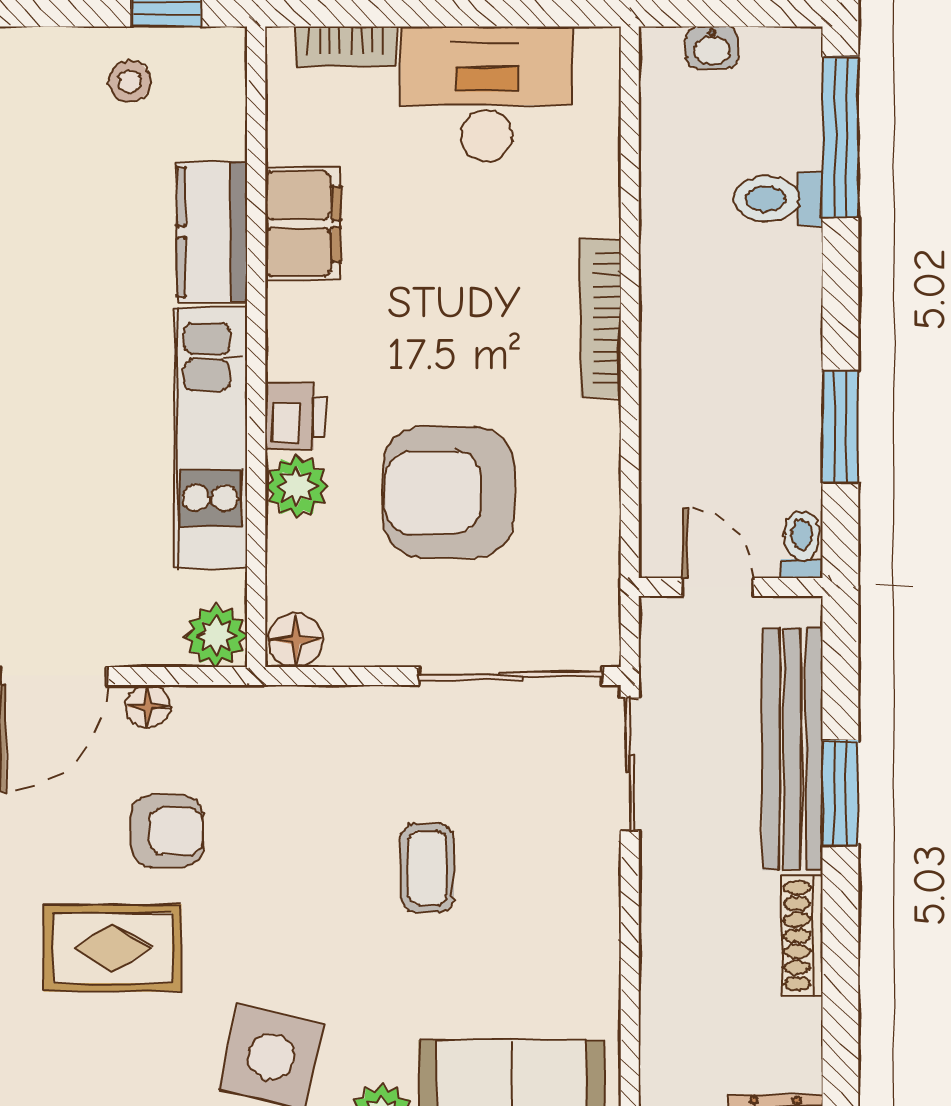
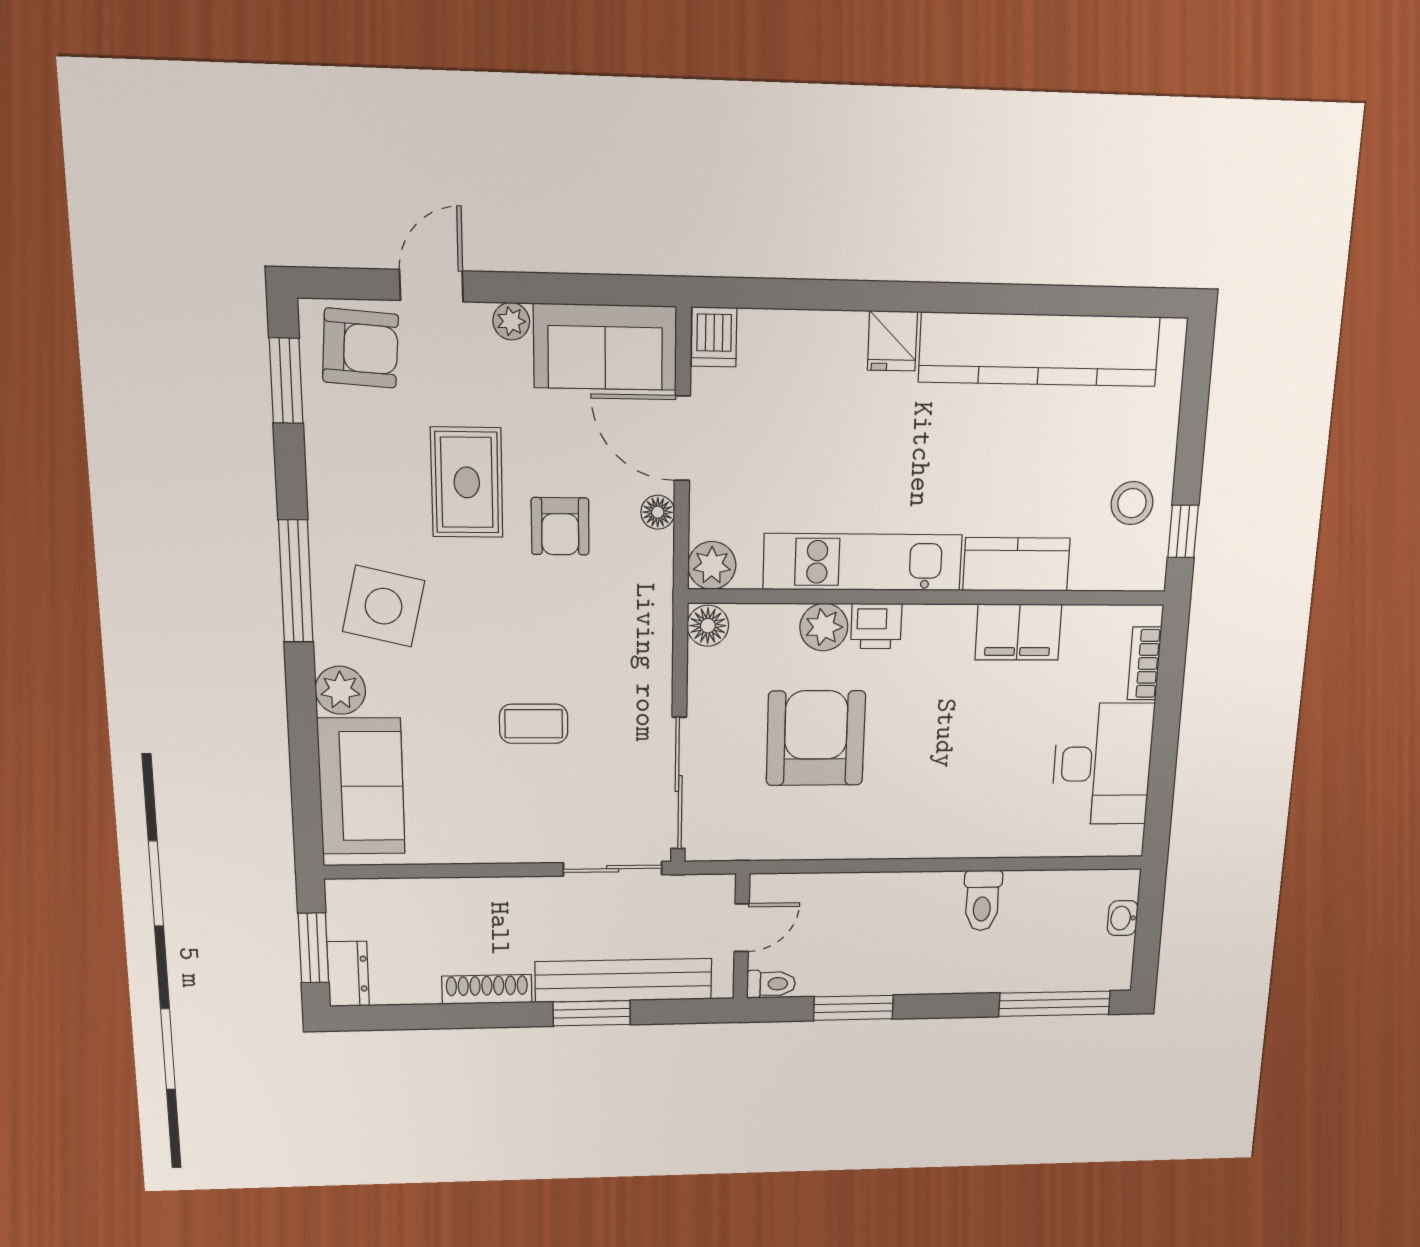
stool: (130, 81) -> (1132, 503), width x1.37, depth x1.37
toilet: (778, 199) -> (982, 901), moved, turned 180
bookcase: (601, 318) -> (938, 845), removed

